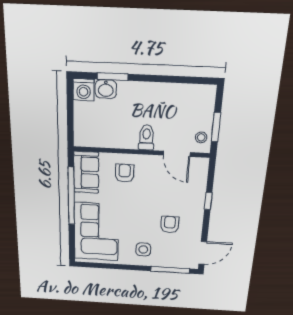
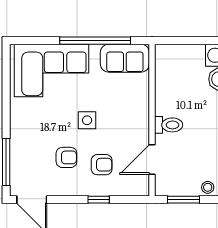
stool: (201, 137) -> (208, 187), moved
armchair: (125, 173) -> (102, 165), moved
side table: (143, 249) -> (87, 120), moved

